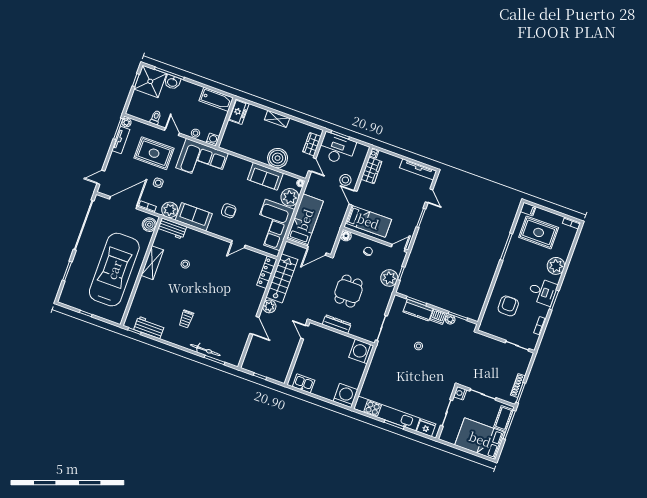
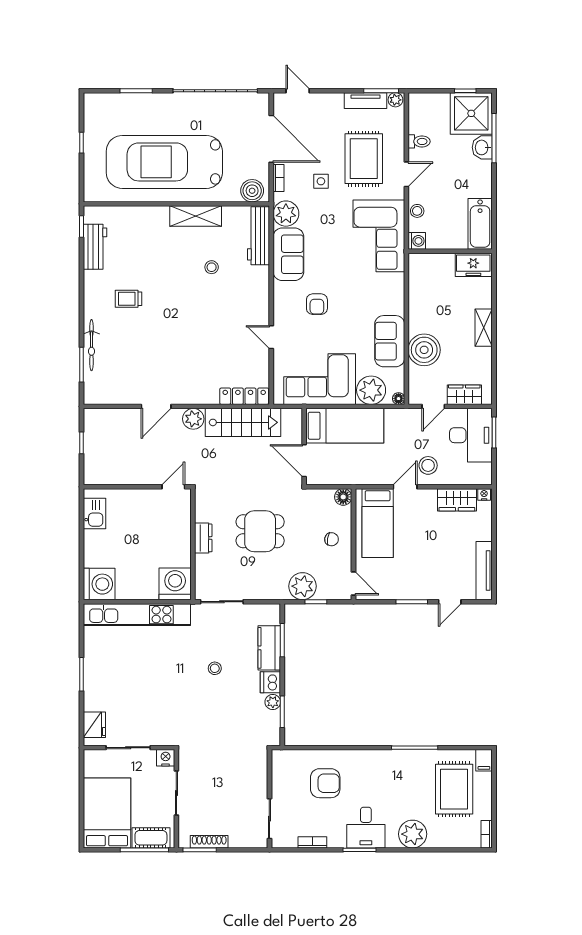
workbench: (172, 229) -> (259, 236), width x1.38
car: (114, 270) -> (164, 162), turned 180
dresser: (337, 324) -> (203, 538), width x0.70
kitchen unit: (387, 413) -> (137, 615), moved, turned 90

